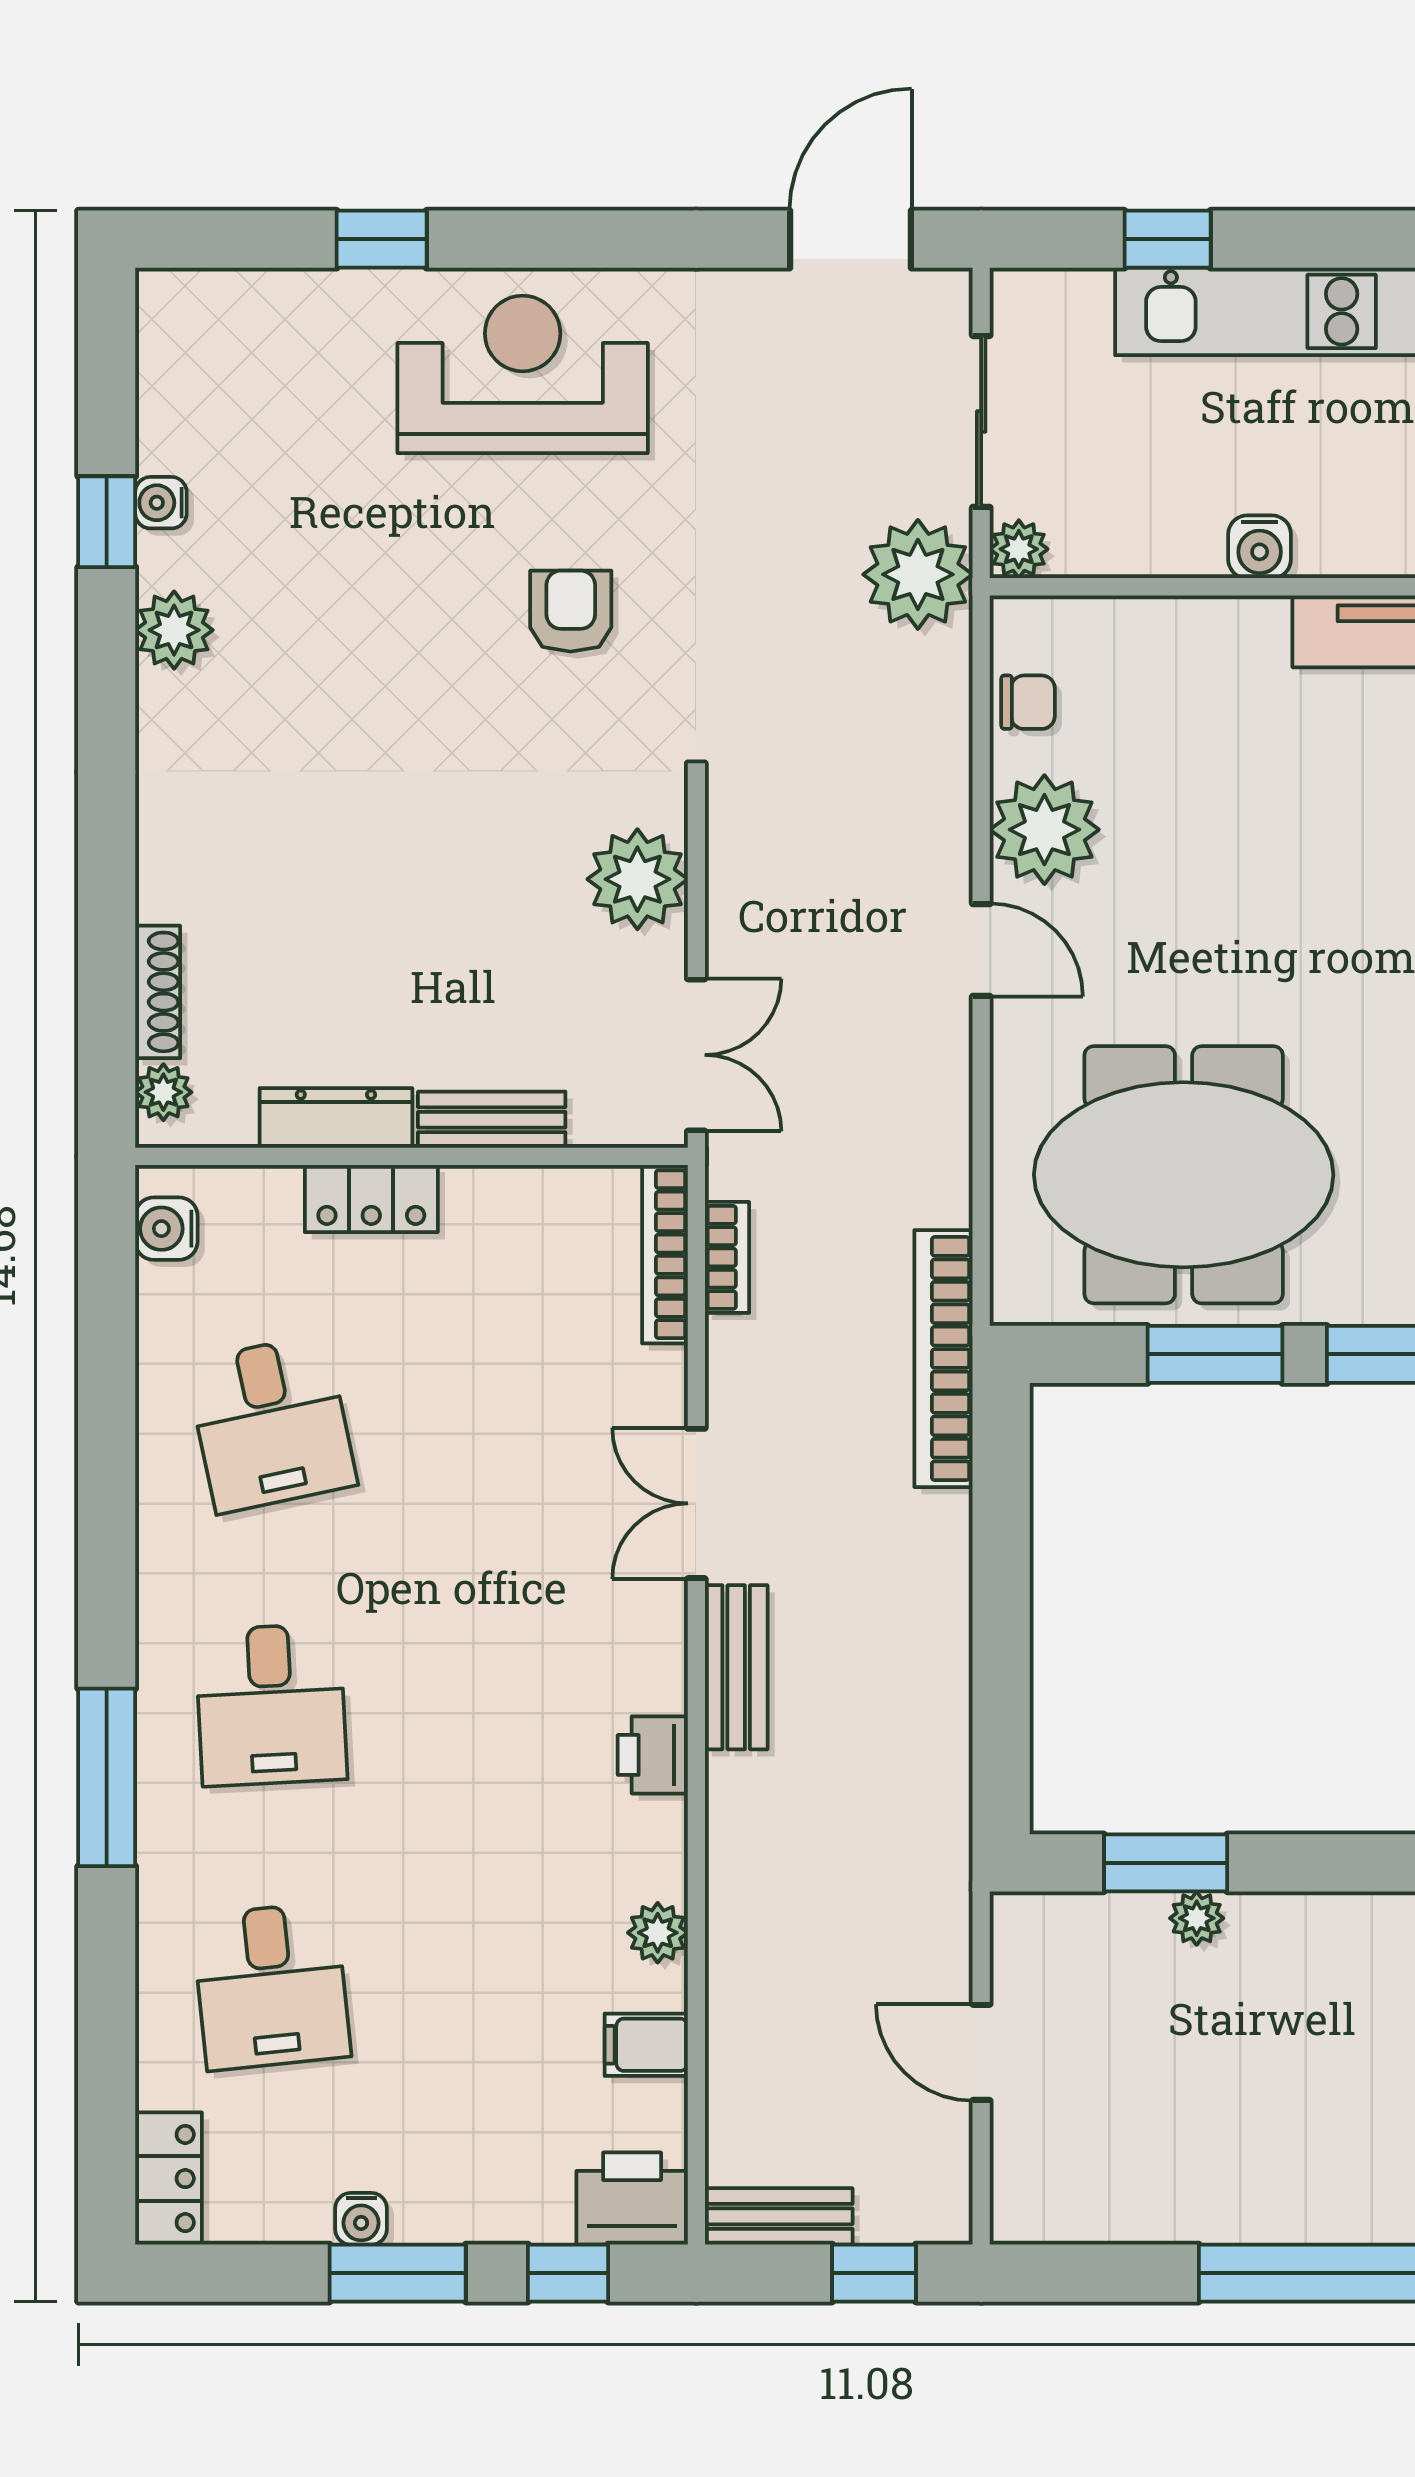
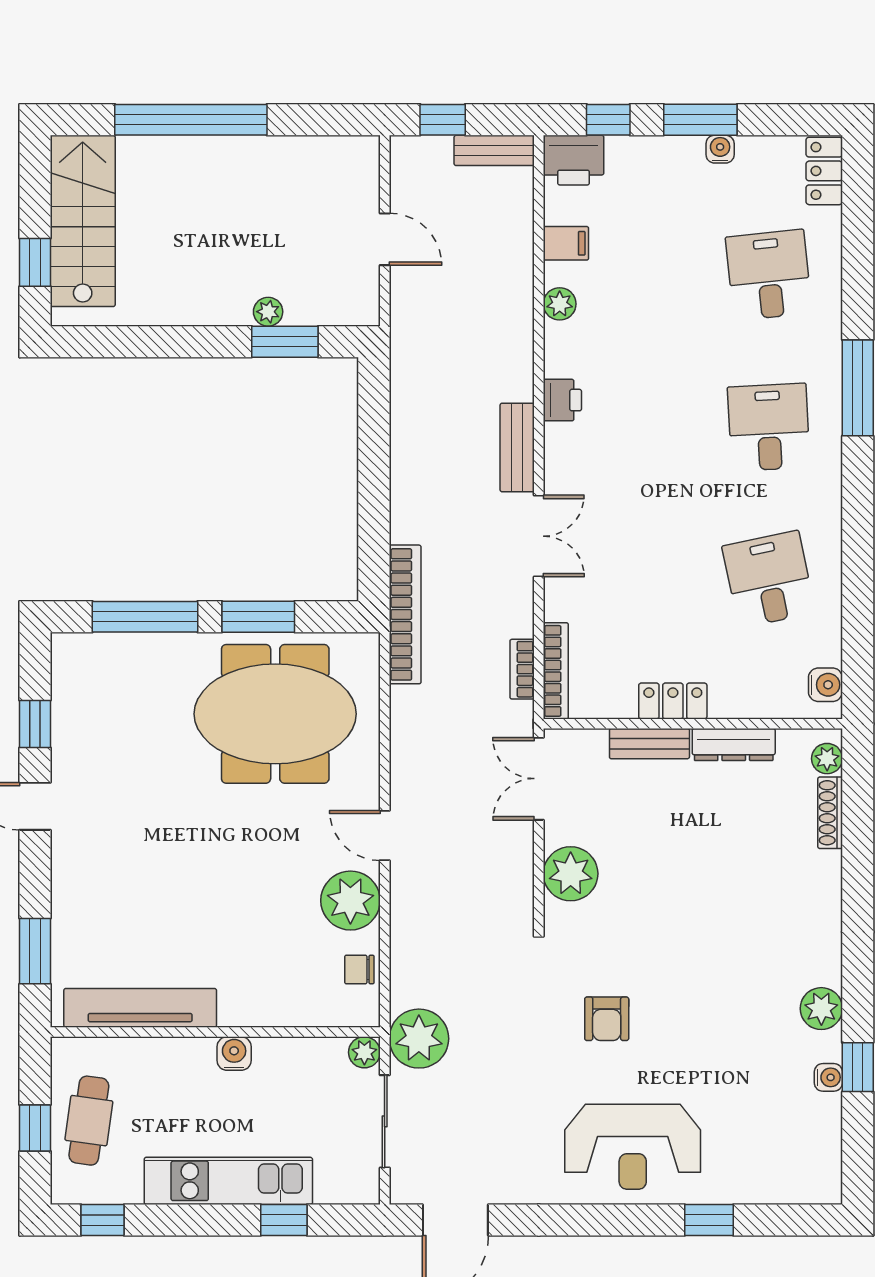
locker: (371, 1199) -> (673, 701), moved

